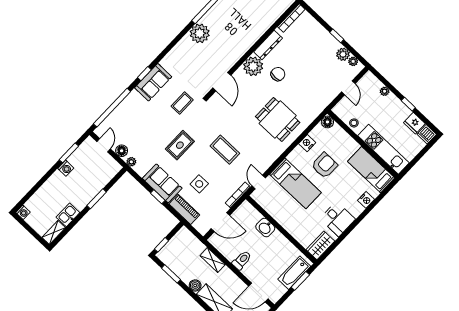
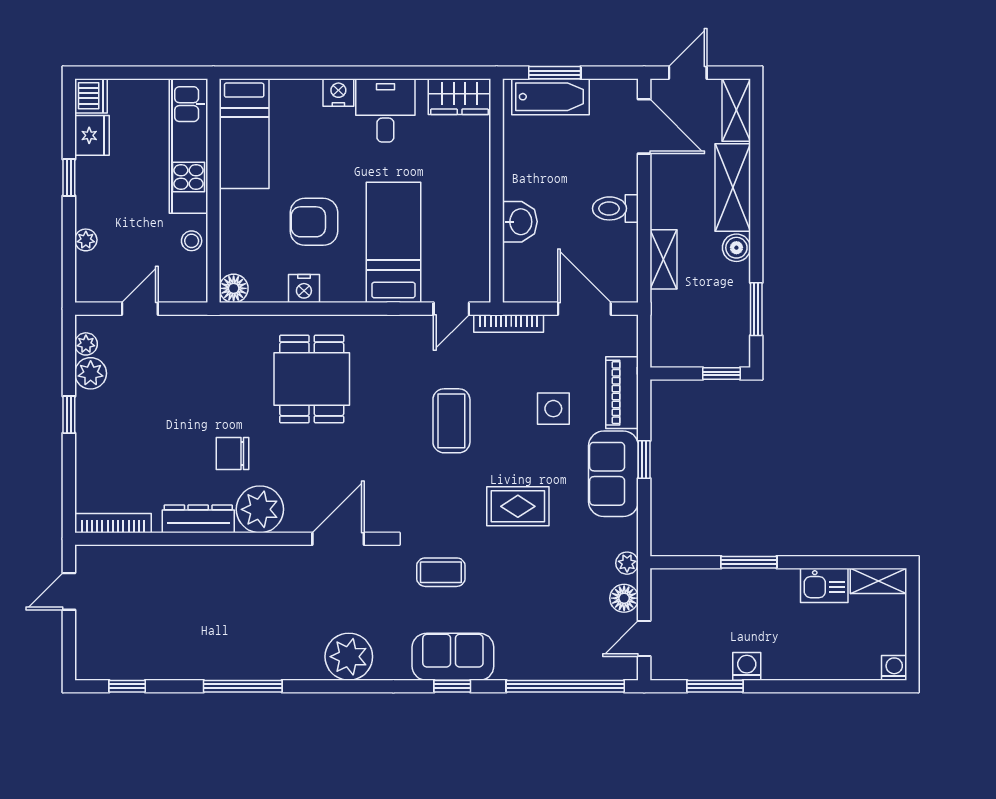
plant: (200, 33) -> (349, 657), moved
nightstand: (366, 200) -> (338, 92), moved

